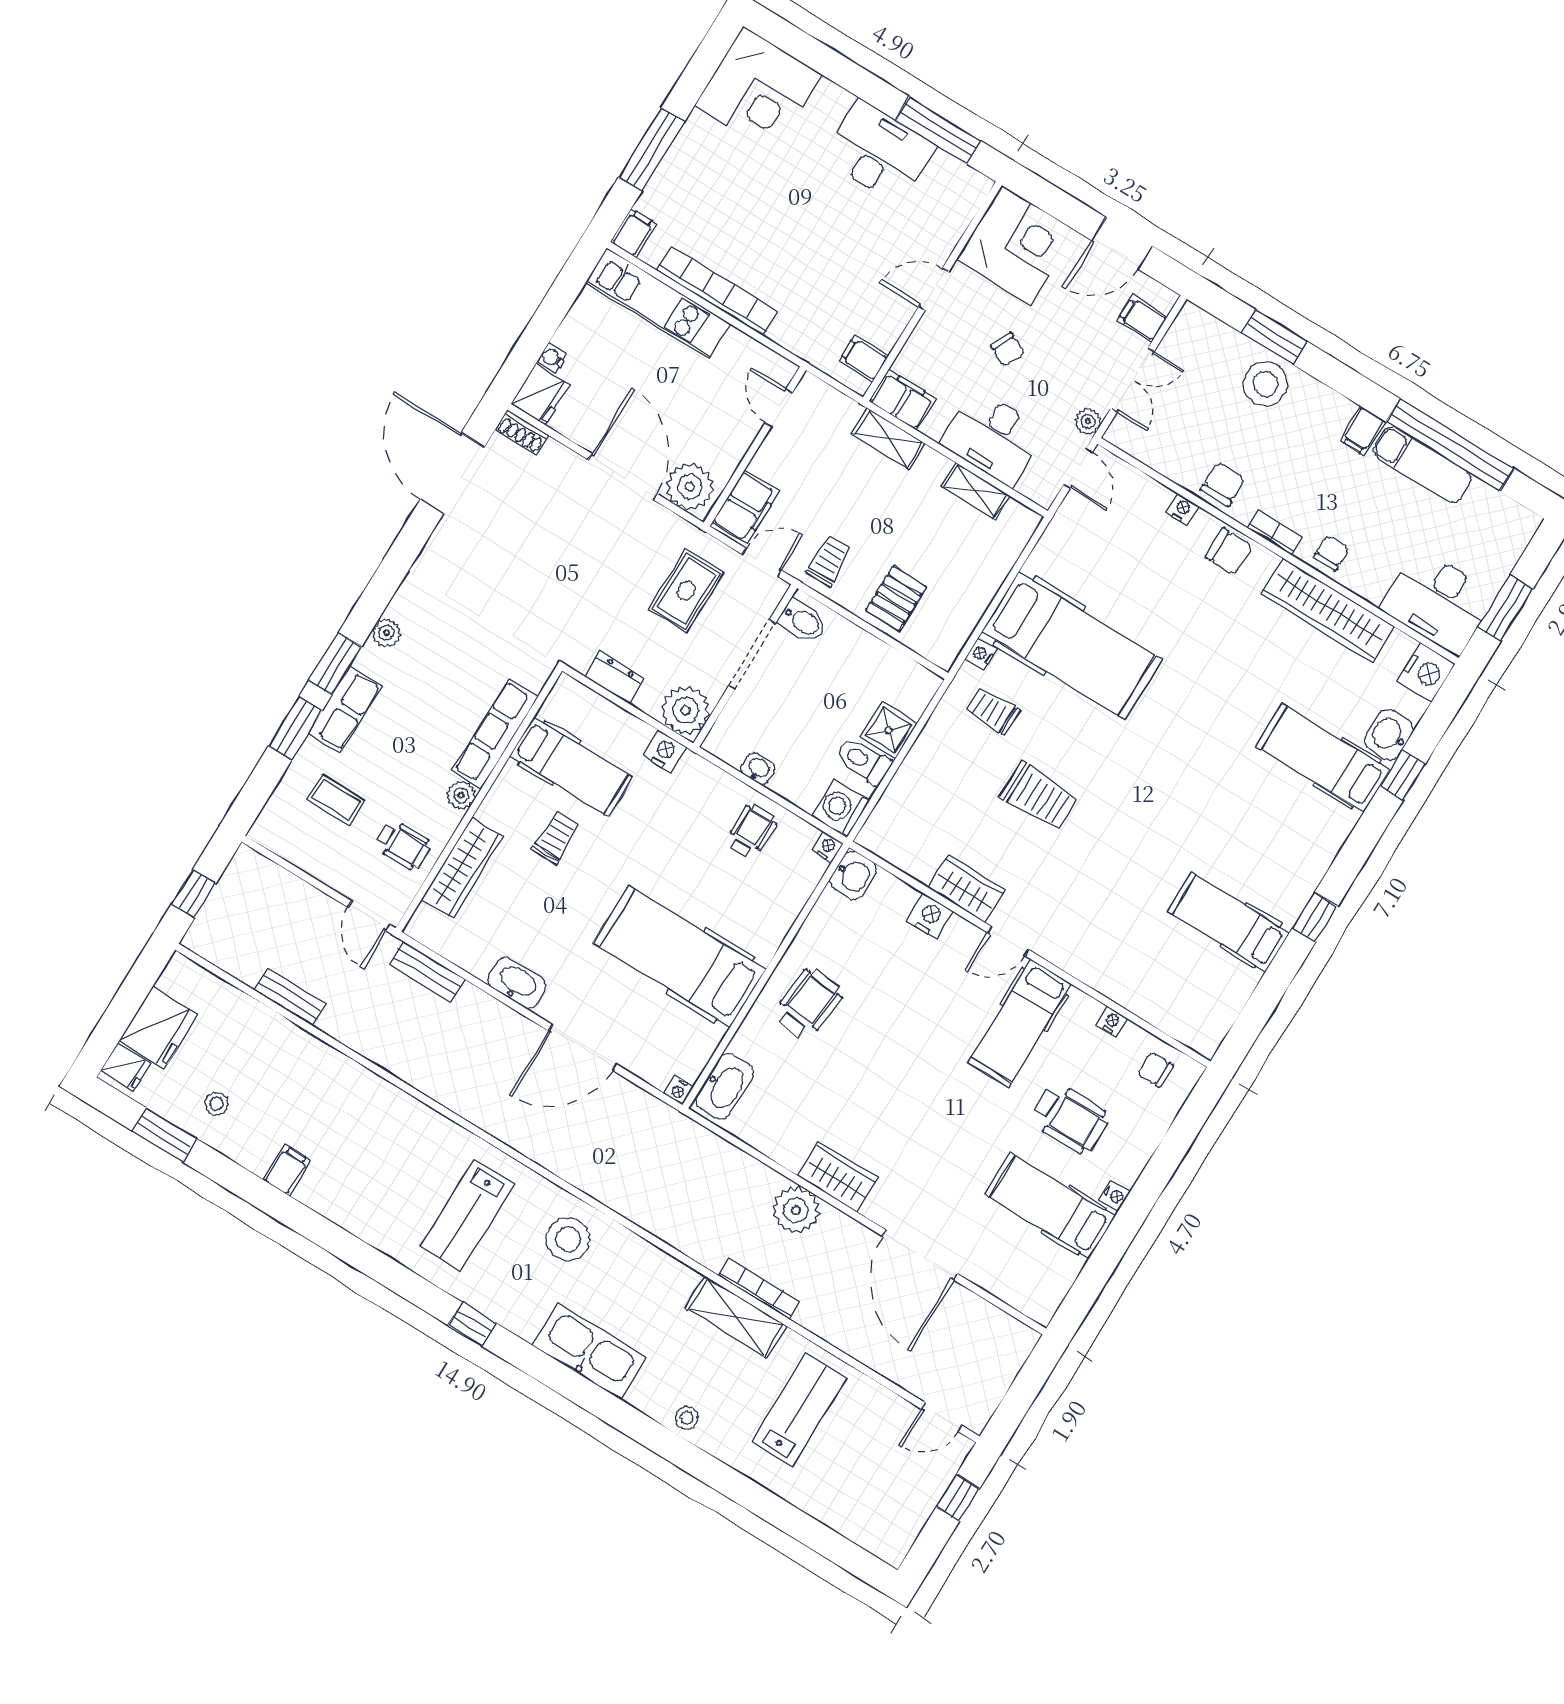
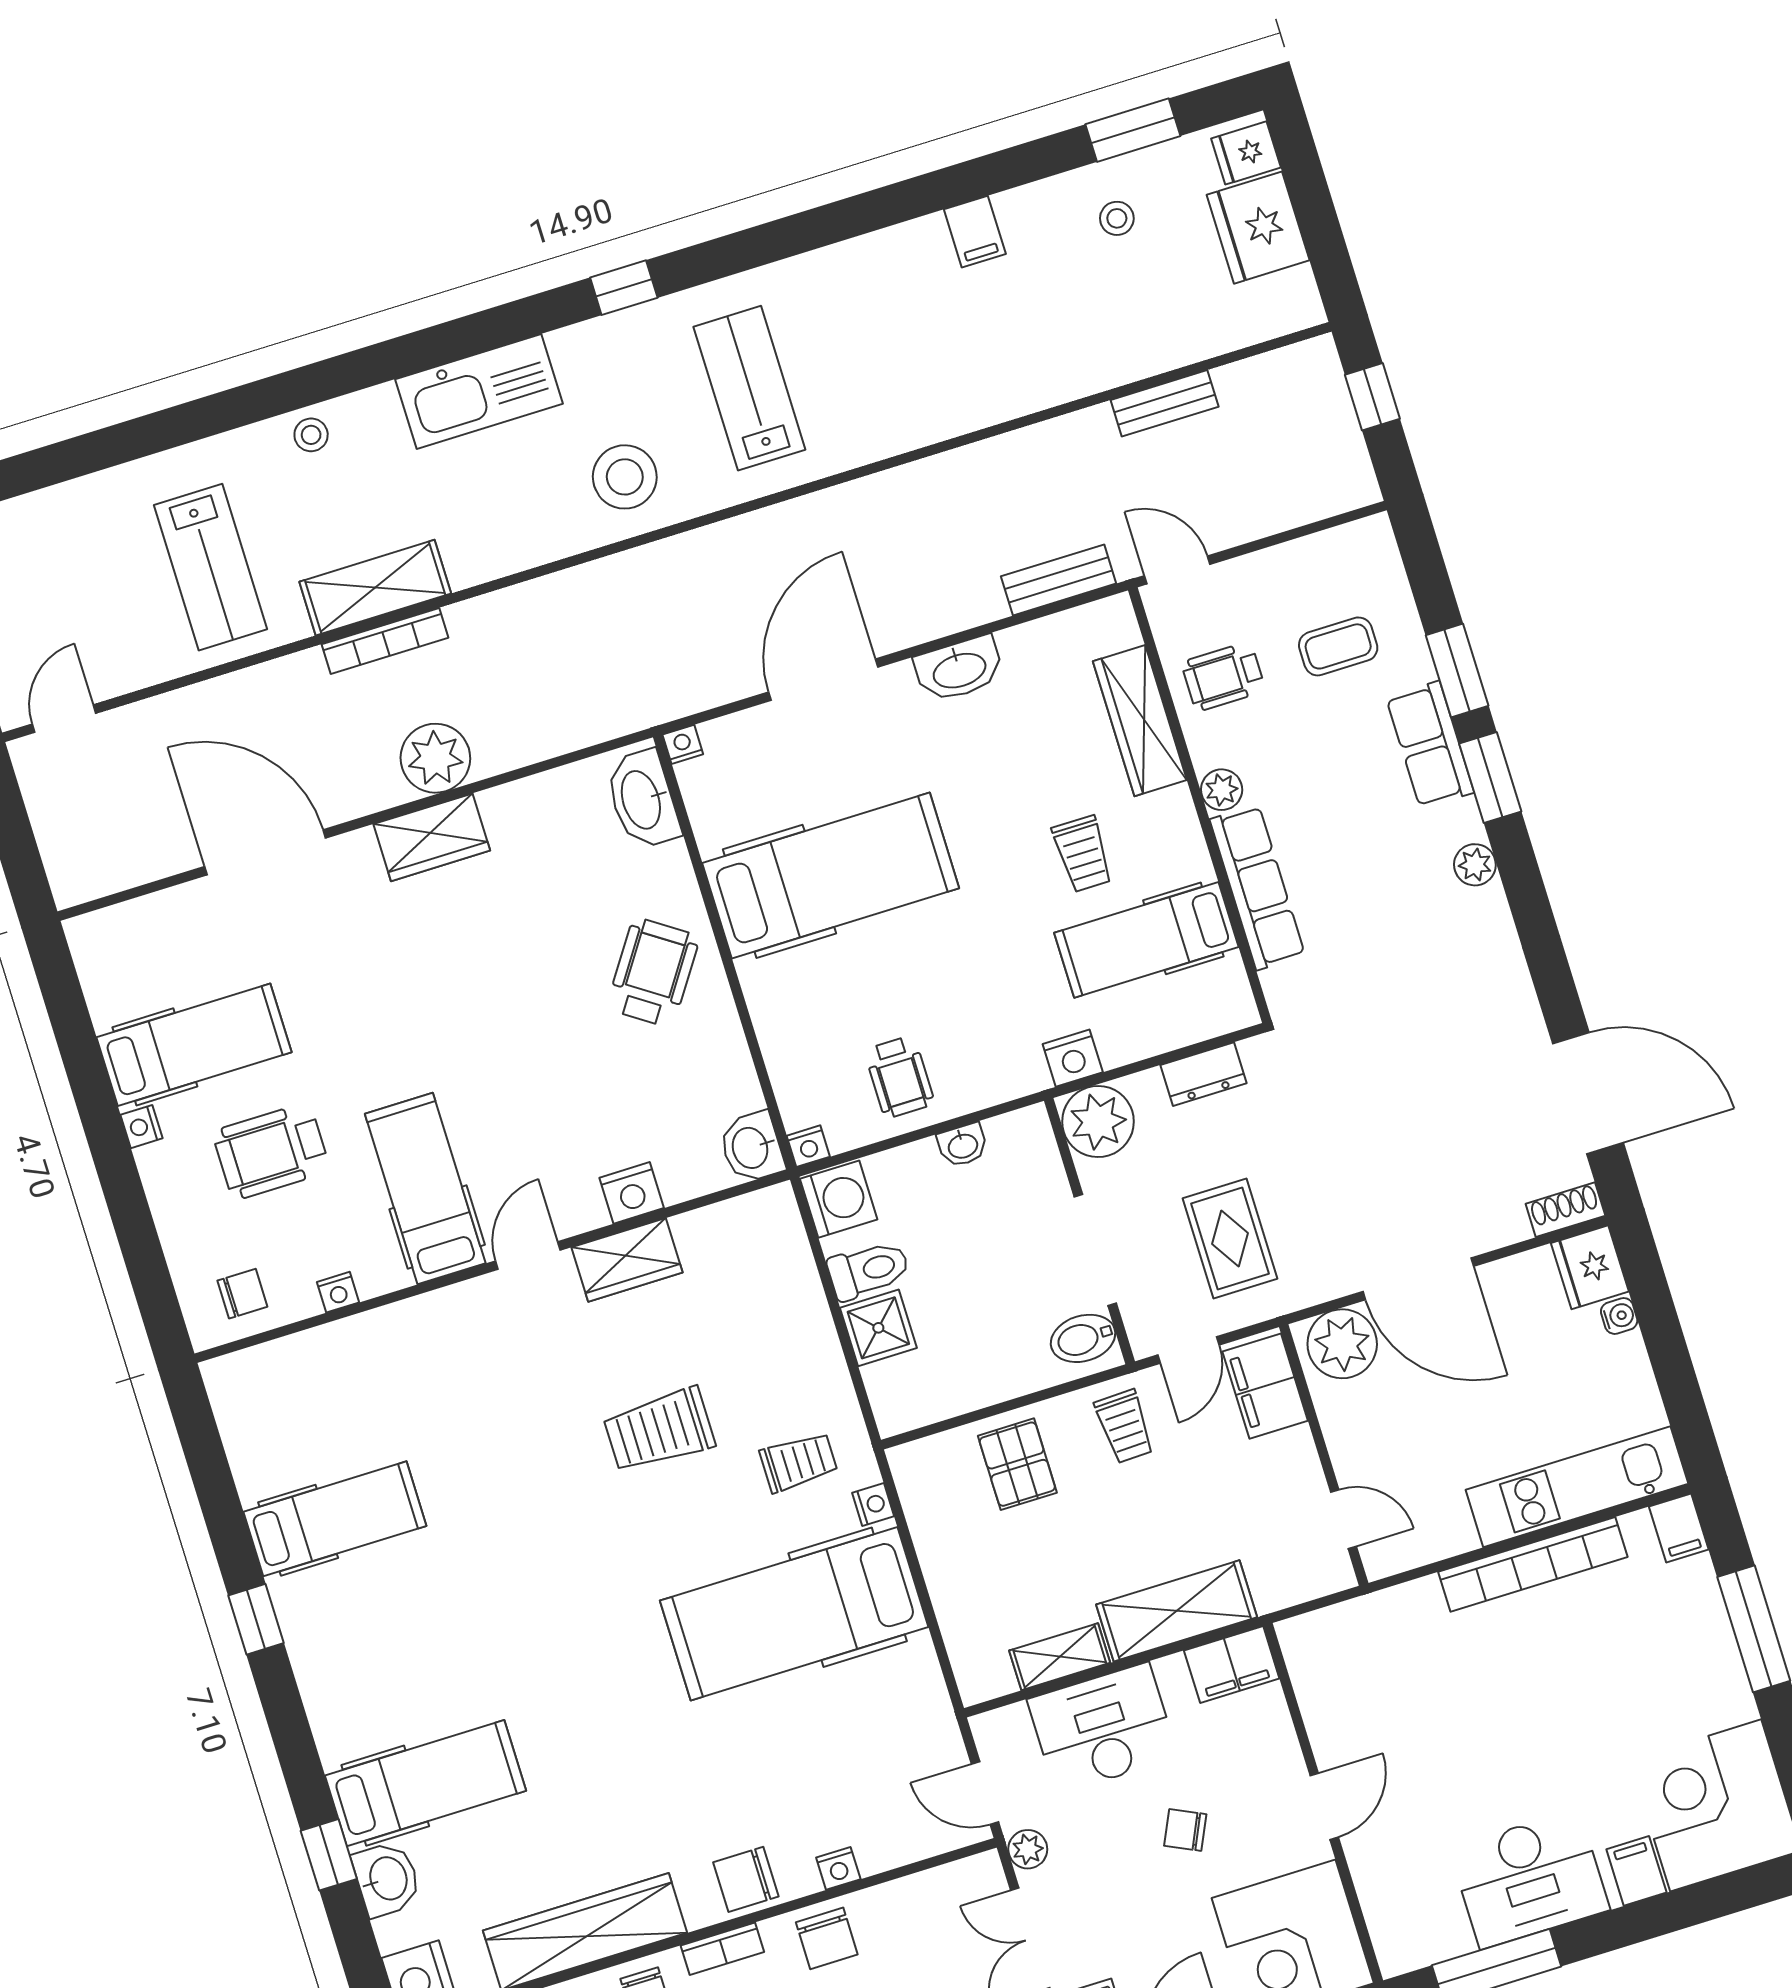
filing cabinet: (864, 359) -> (1636, 1871), moved, turned -90
shelving: (888, 439) -> (1177, 1611), width x1.50, depth x1.33
wheelchair: (808, 1004) -> (653, 972), turned -152

